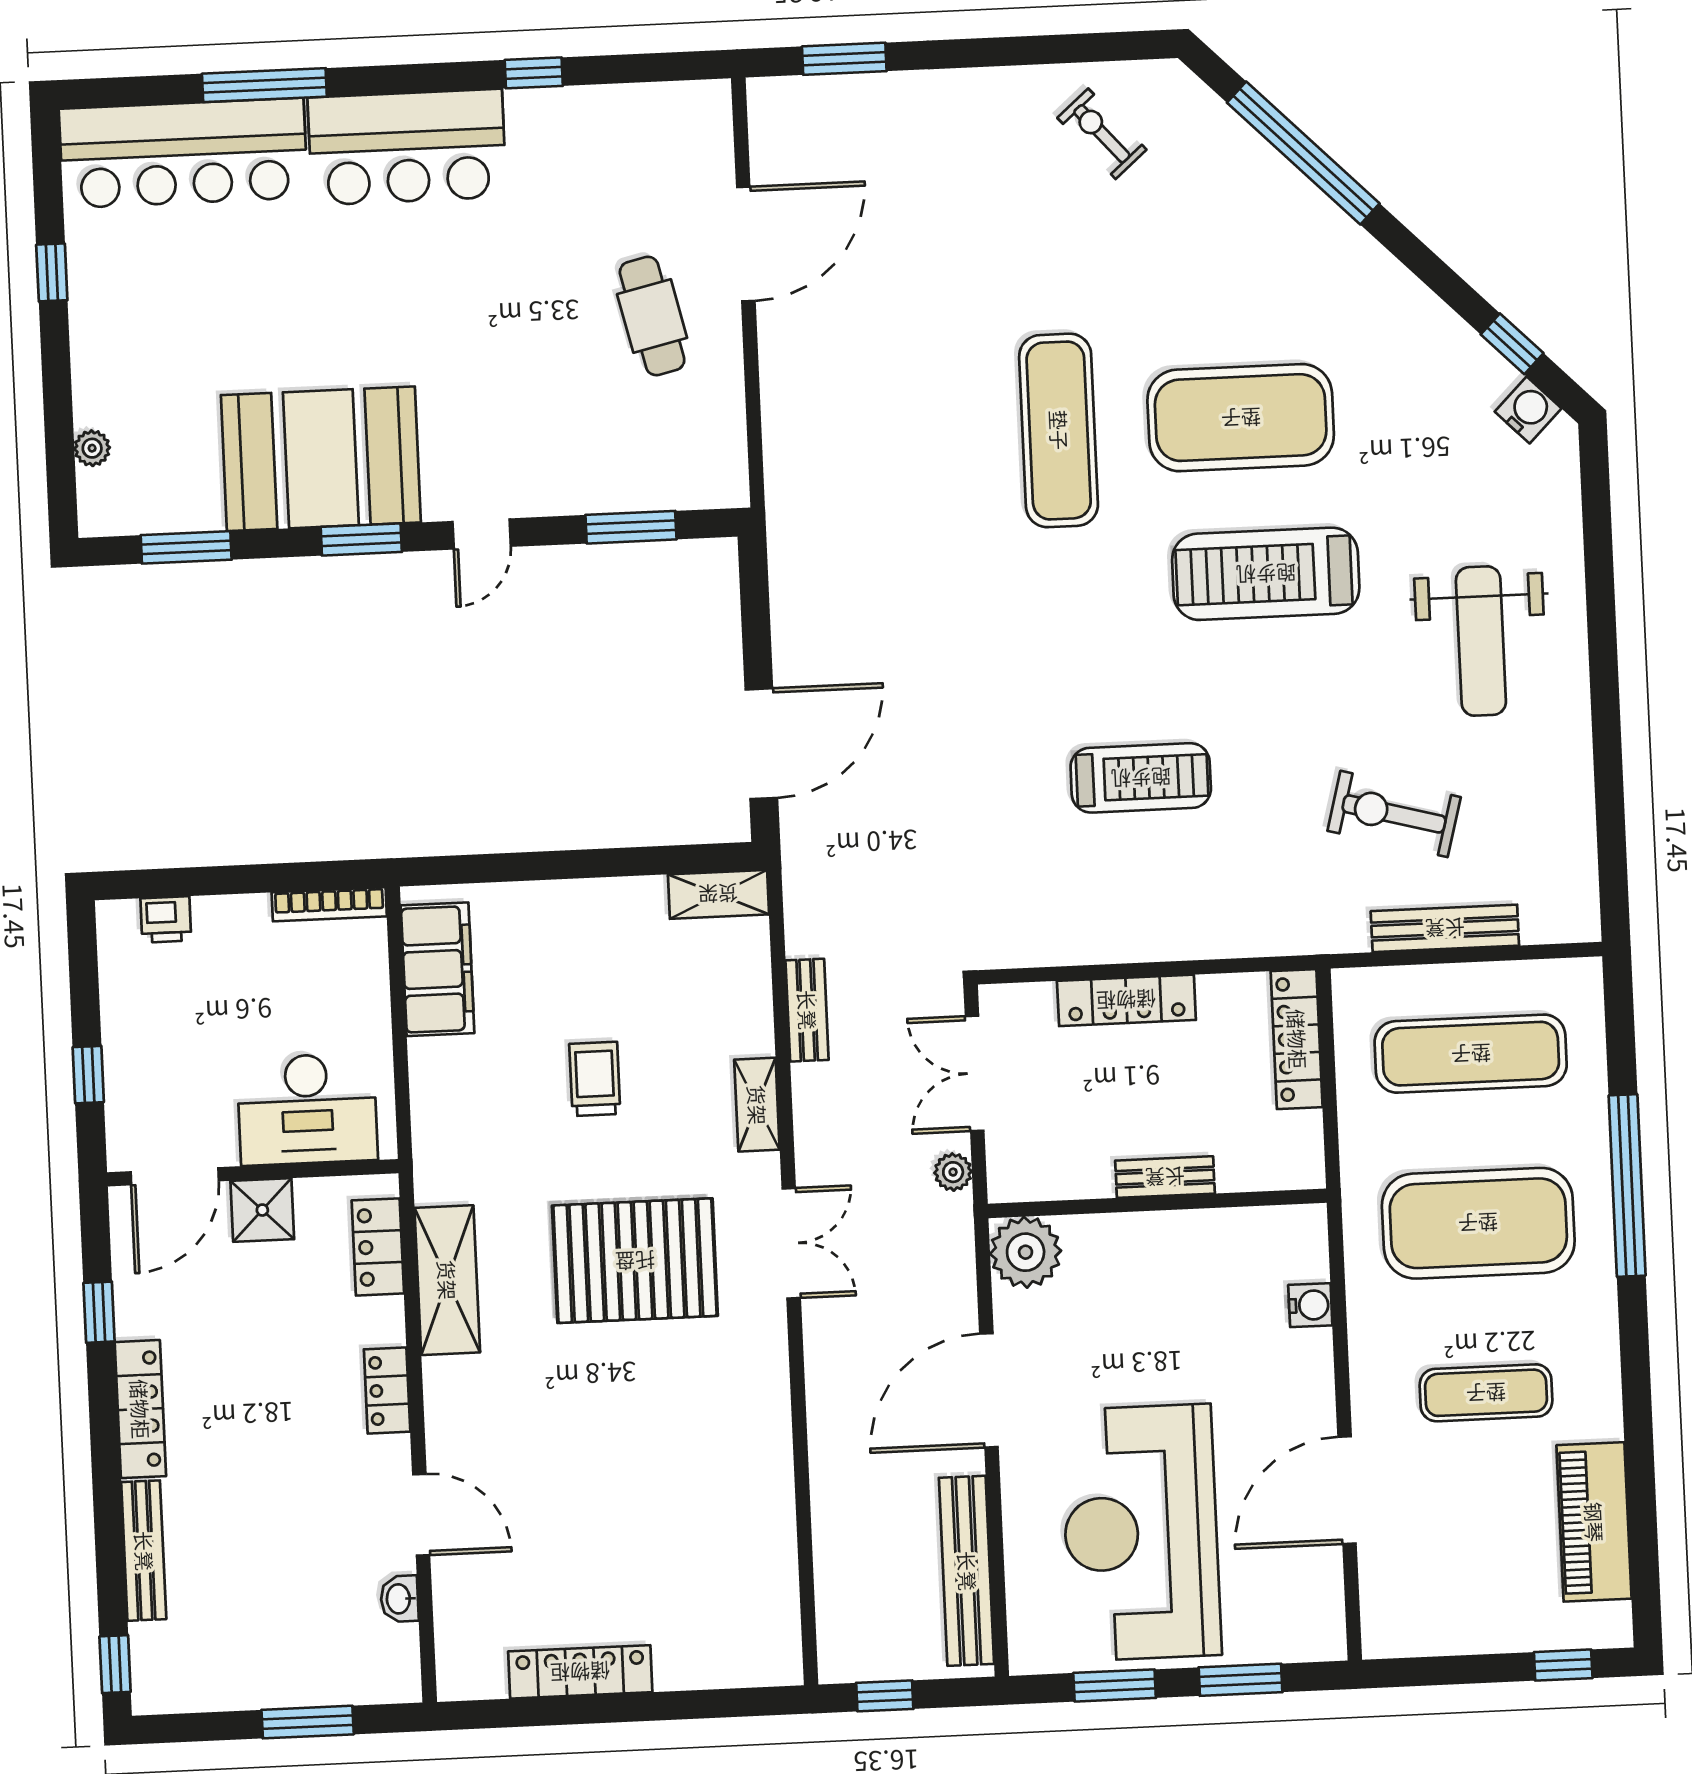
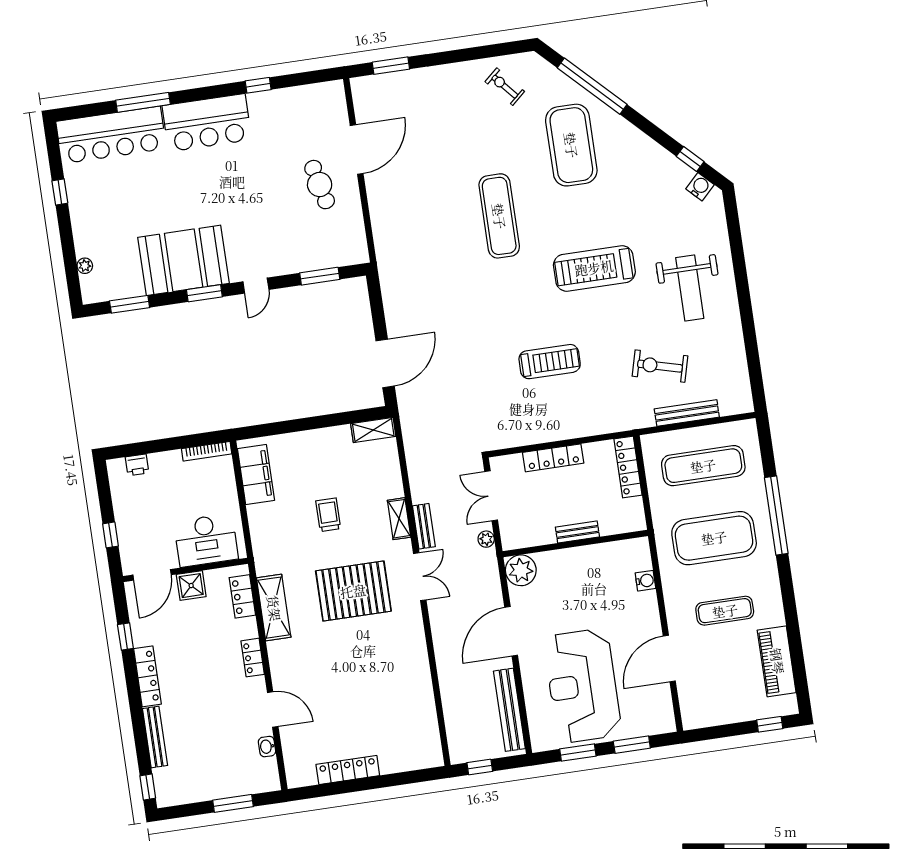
exercise mat: (1241, 418) -> (571, 145), moved, turned 90
bench: (807, 1010) -> (424, 526), moved

